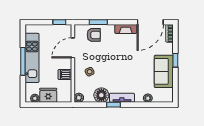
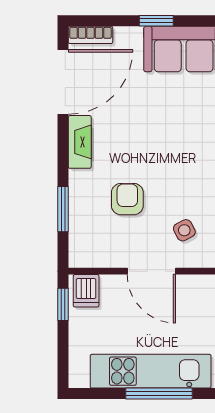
door: (150, 22) -> (63, 82), hinge flipped
armchair: (94, 35) -> (127, 199), moved
door: (73, 48) -> (151, 271), moved
dishwasher: (65, 75) -> (86, 291), moved

